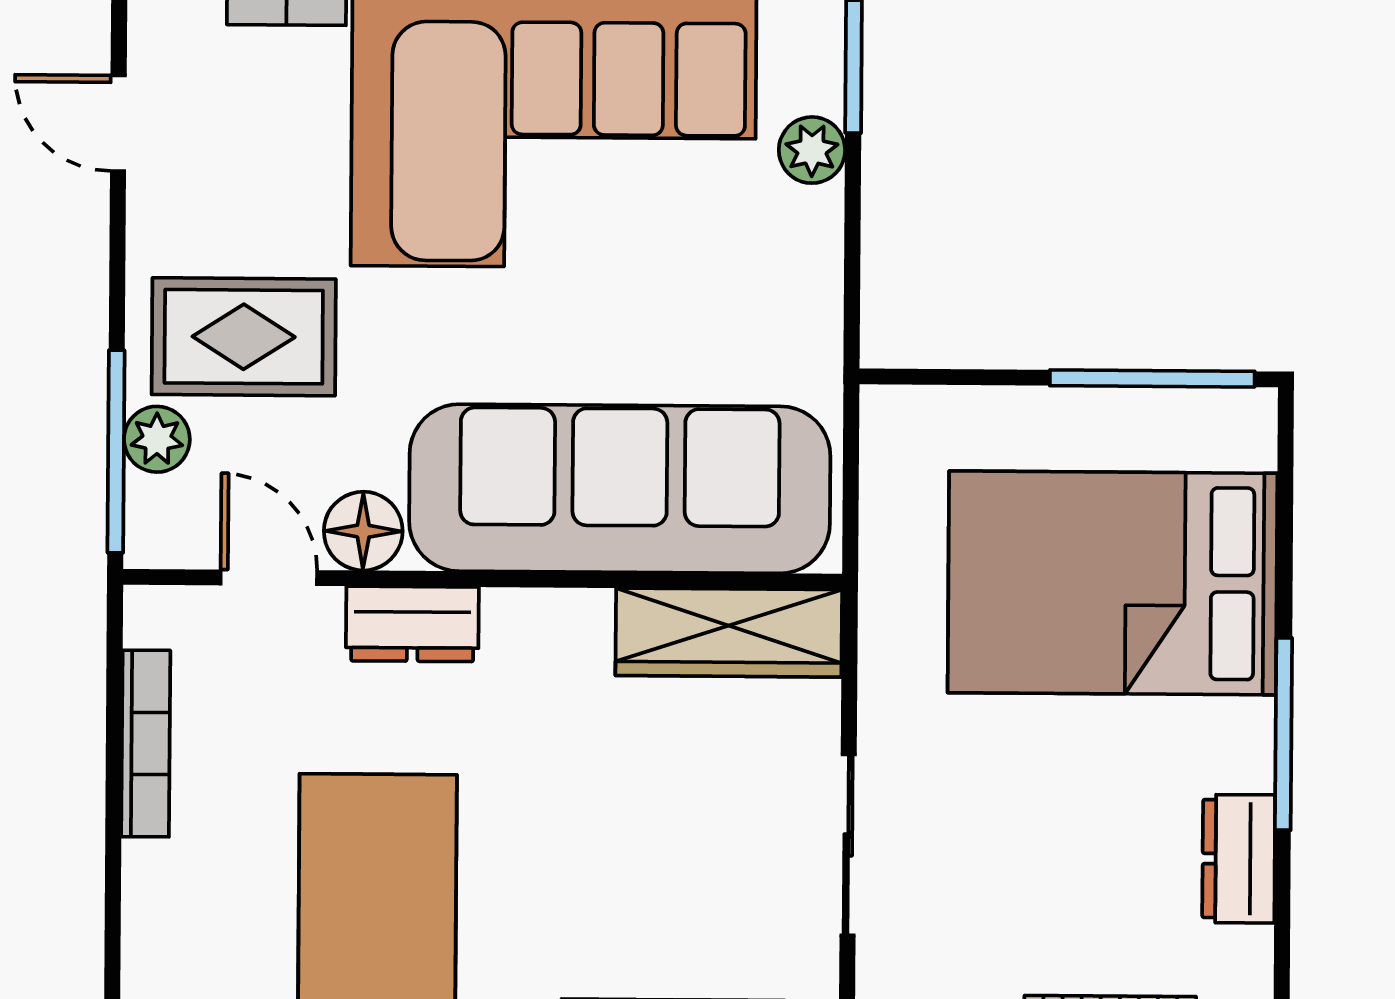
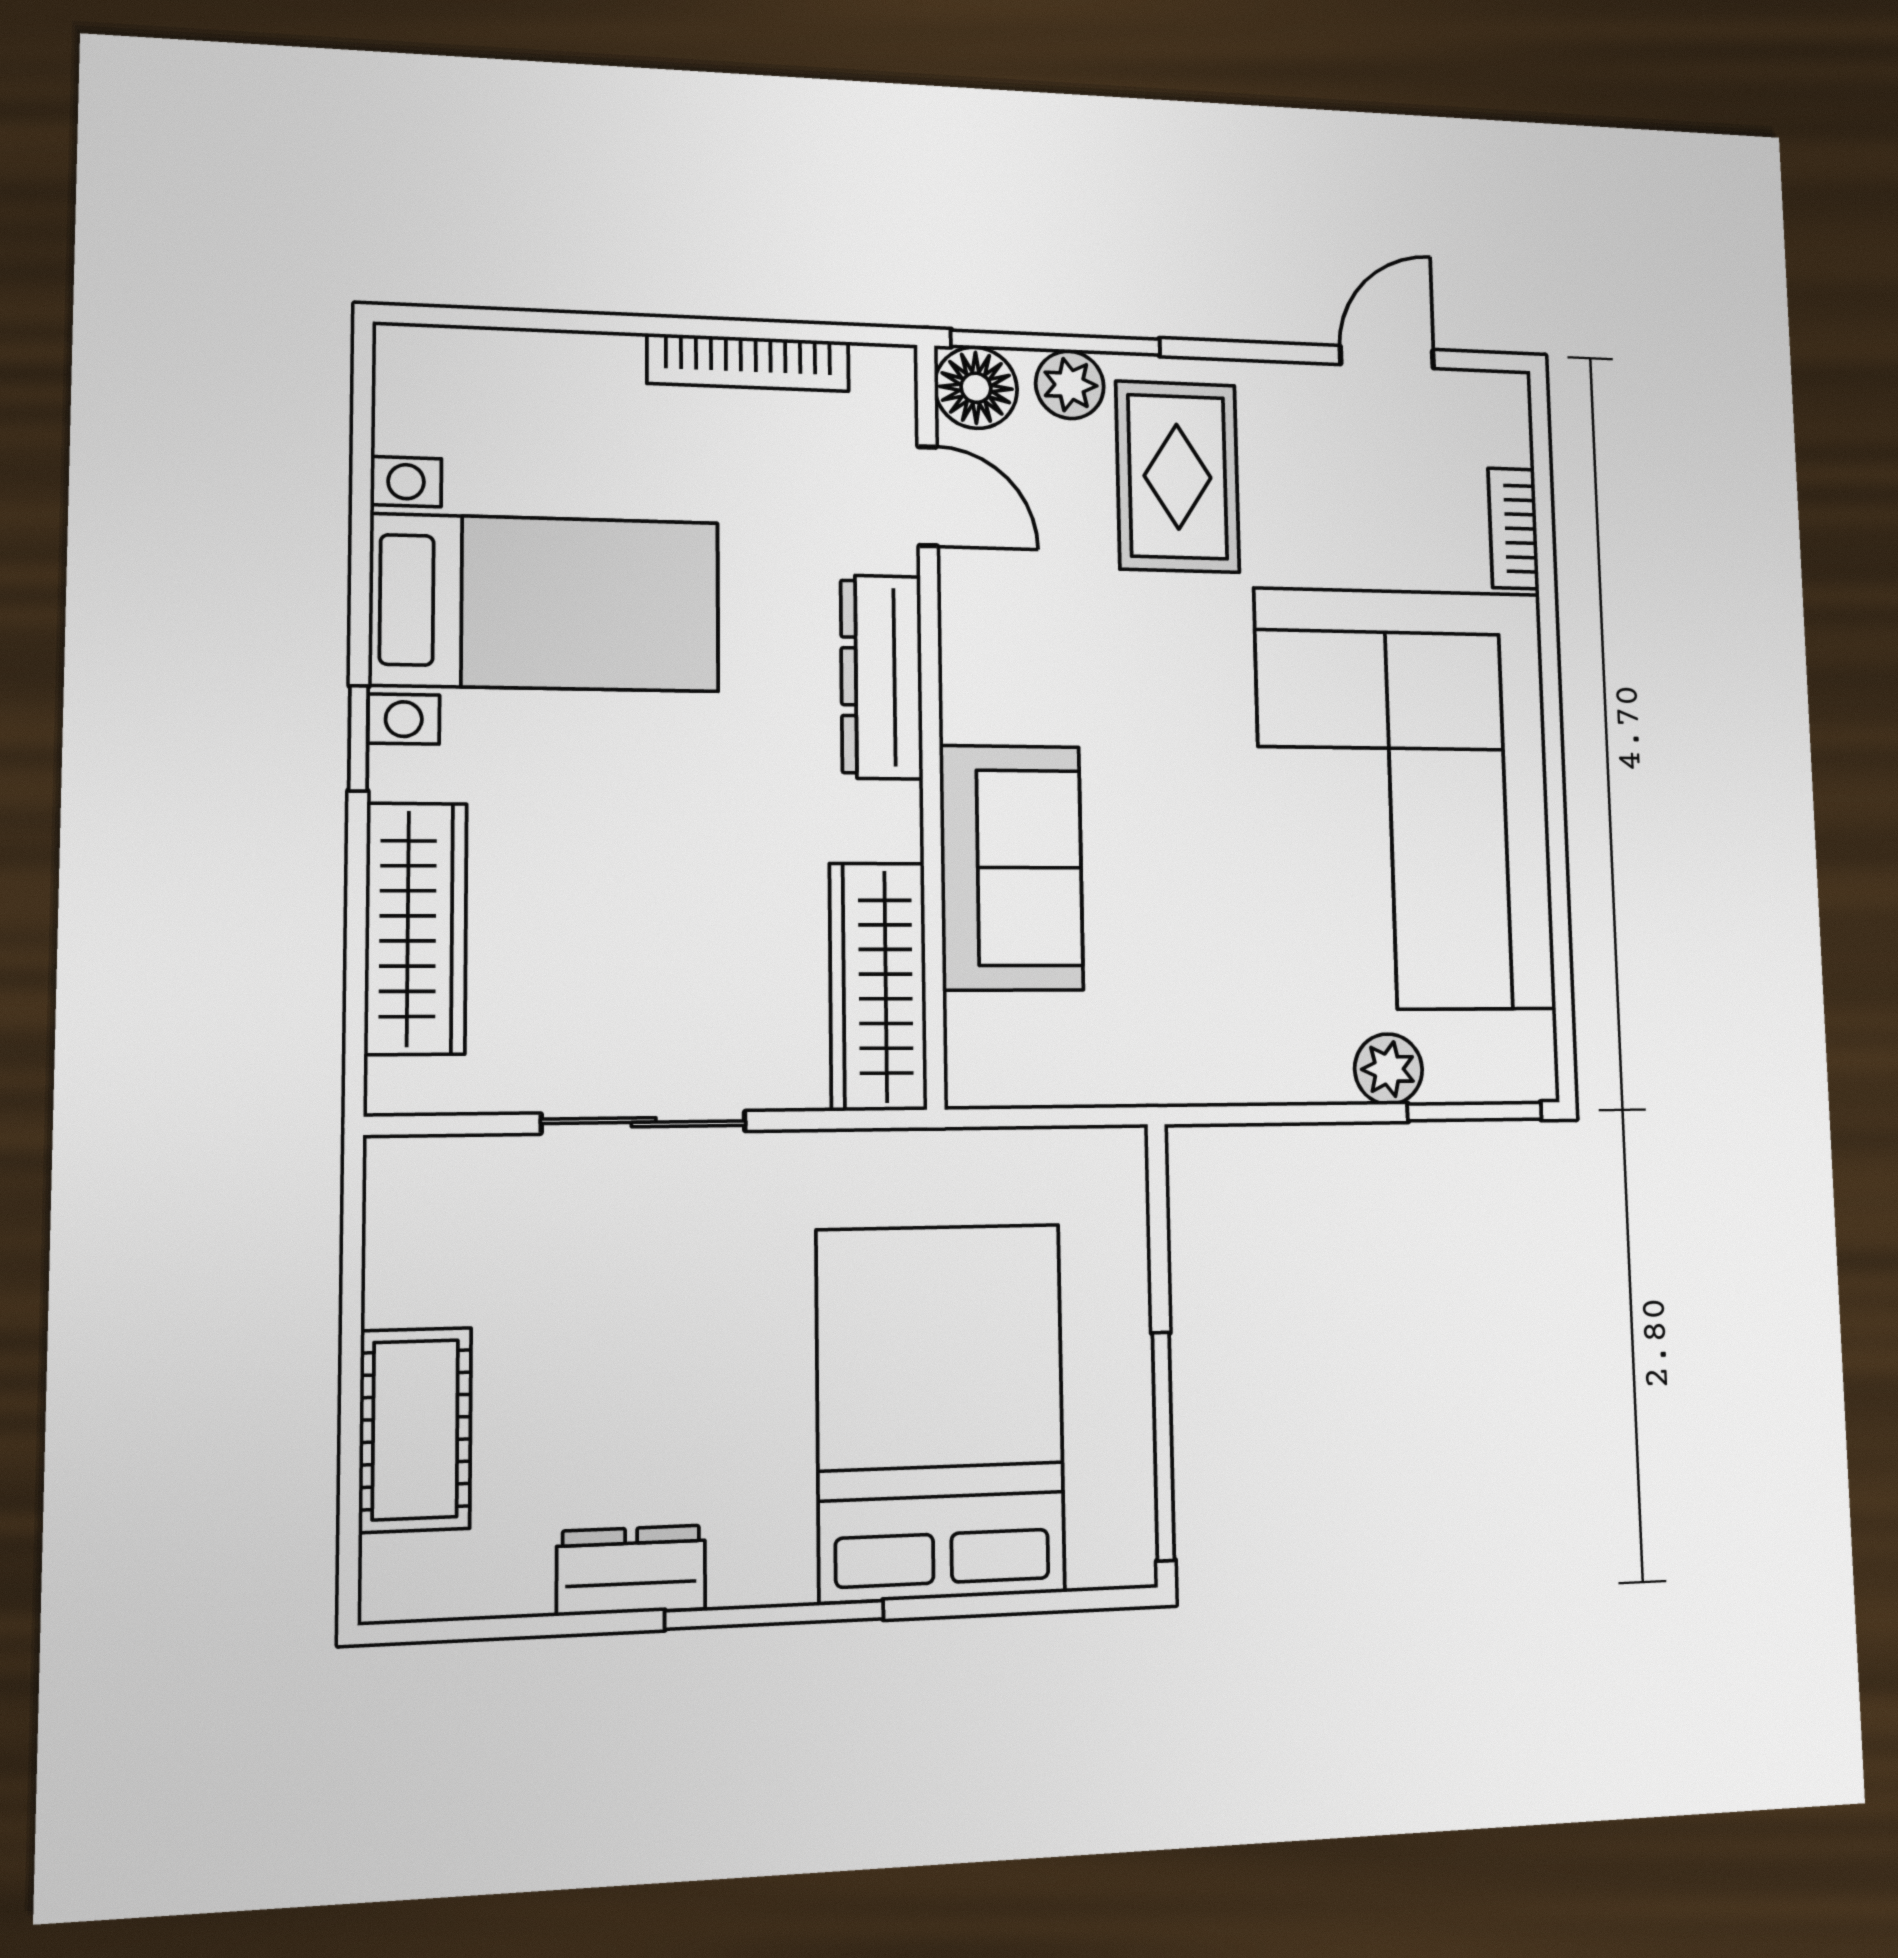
sofa: (620, 489) -> (1011, 868), width x0.54, depth x0.79
floor lamp: (363, 531) -> (976, 388), moved
door: (269, 578) -> (928, 496), hinge flipped
dresser: (412, 624) -> (882, 677), width x1.44

